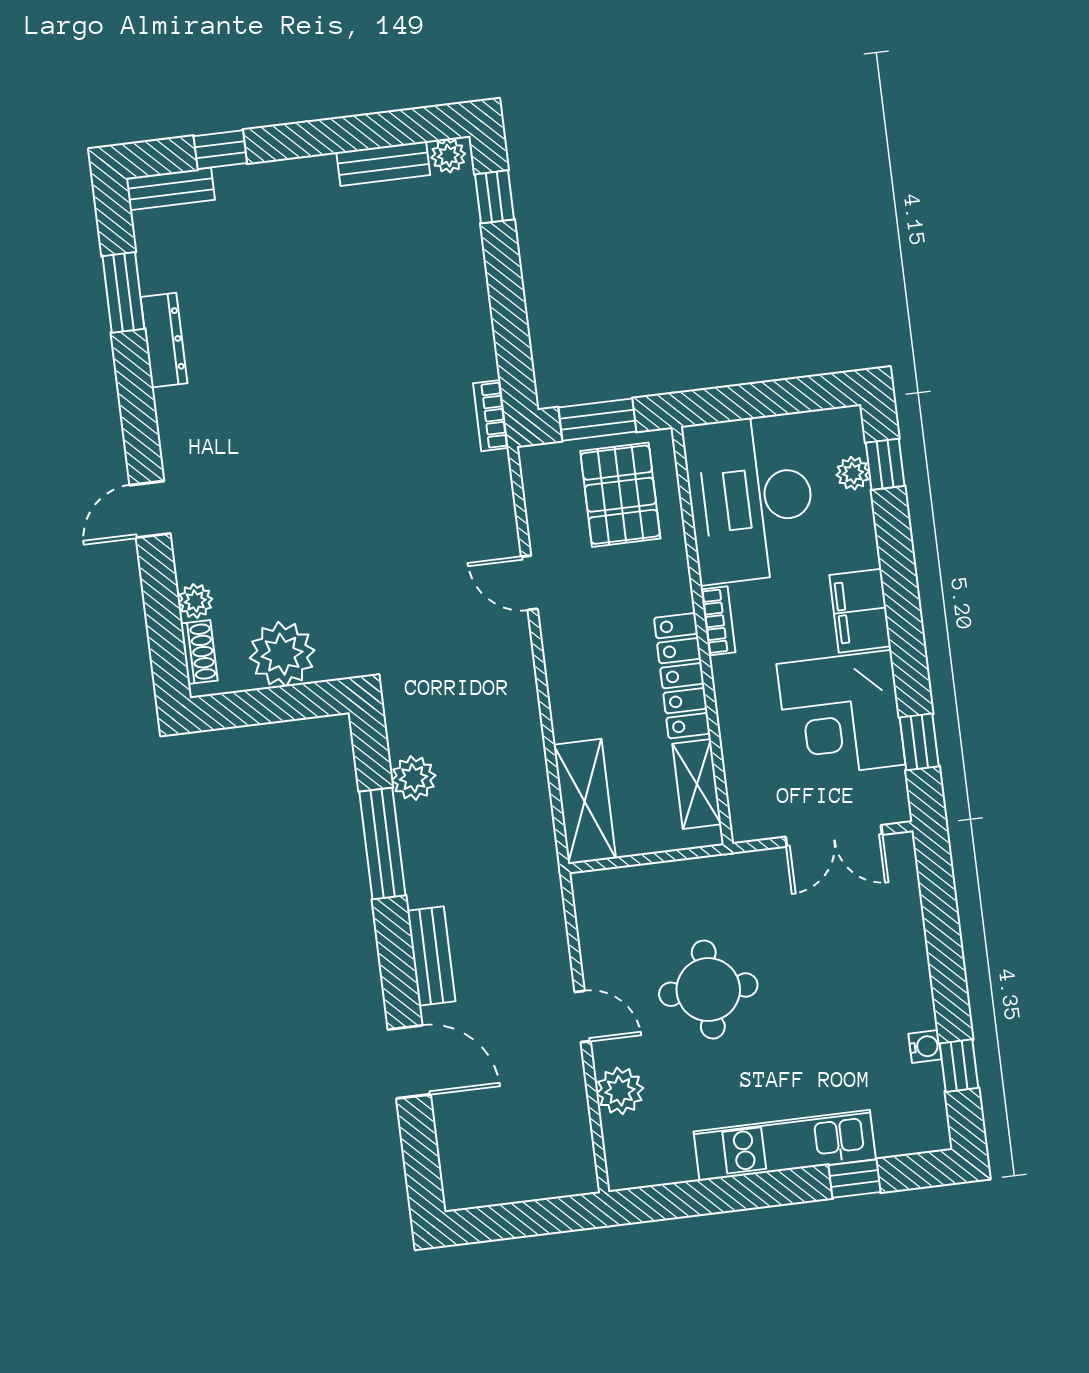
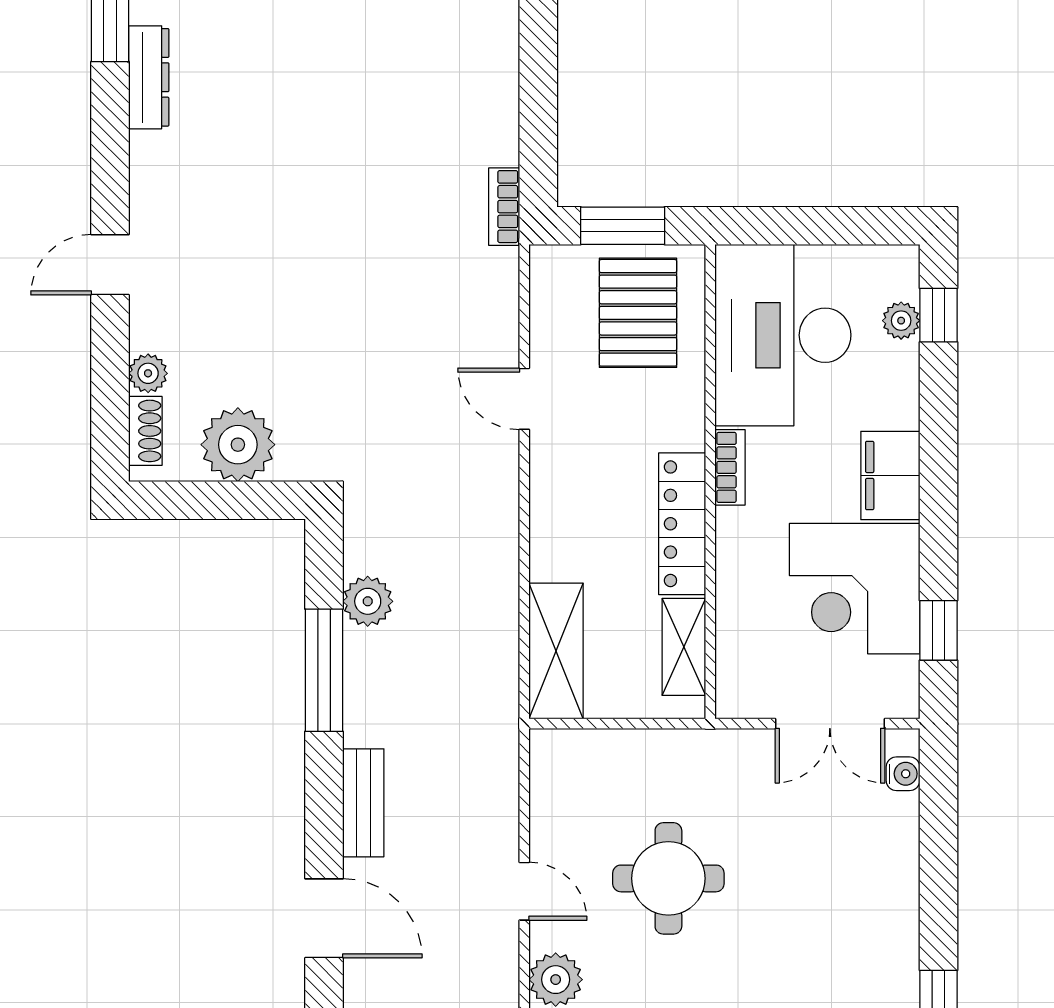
water cooler: (925, 1046) -> (903, 774), moved

